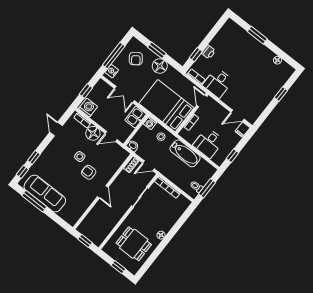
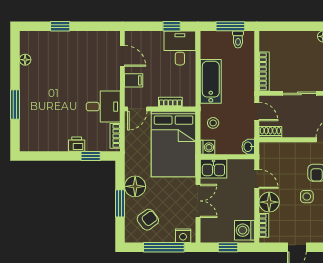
filing cabinet: (242, 130) -> (134, 80), moved
desk: (208, 143) -> (180, 48), moved, turned -90

